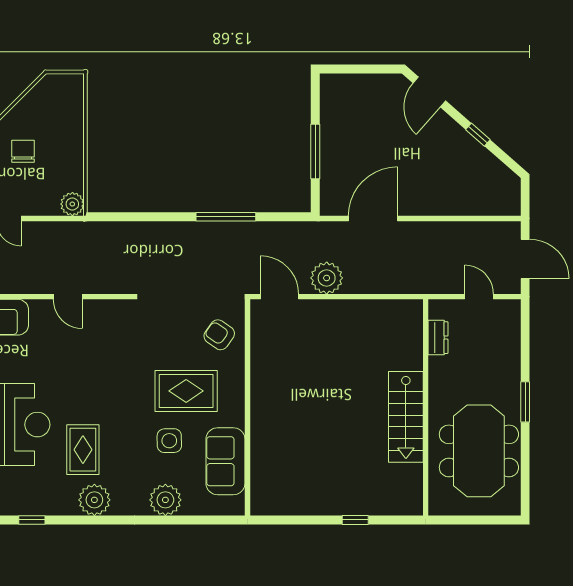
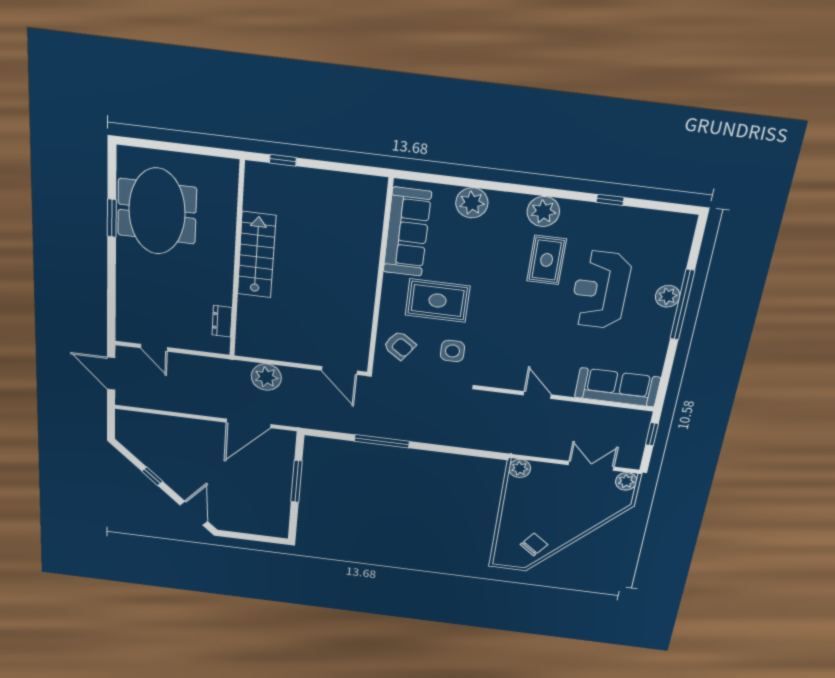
chair: (23, 151) -> (534, 545), moved, turned -143
plant: (327, 278) -> (266, 377), moved
dresser: (438, 338) -> (222, 321), moved
window: (525, 402) -> (112, 218), moved
wall: (426, 407) -> (237, 261), moved
stairs: (406, 417) -> (257, 255), moved
side table: (169, 441) -> (452, 351), moved
sofa: (225, 461) -> (407, 232), width x1.36

